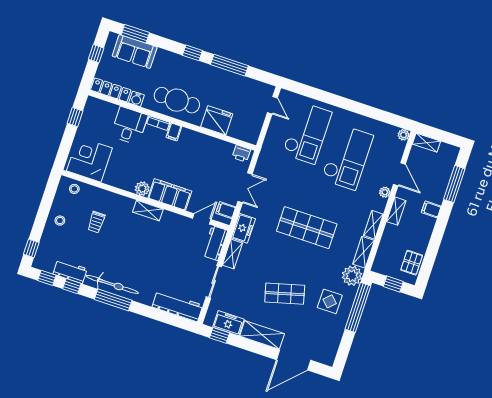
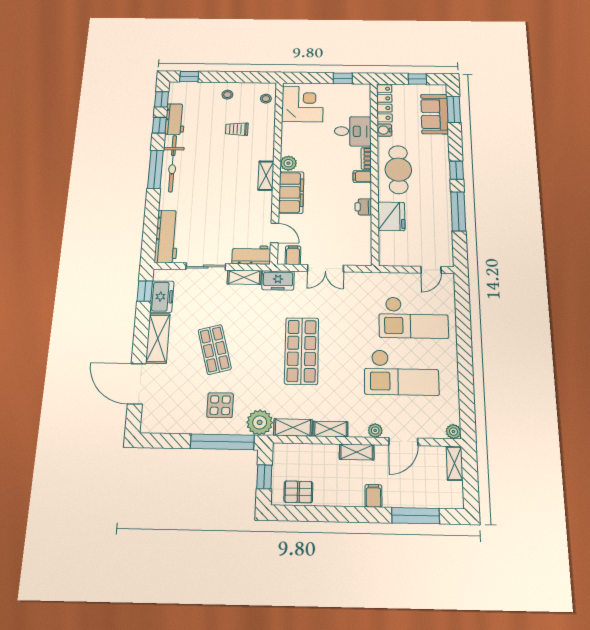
printer: (241, 153) -> (363, 207), moved

